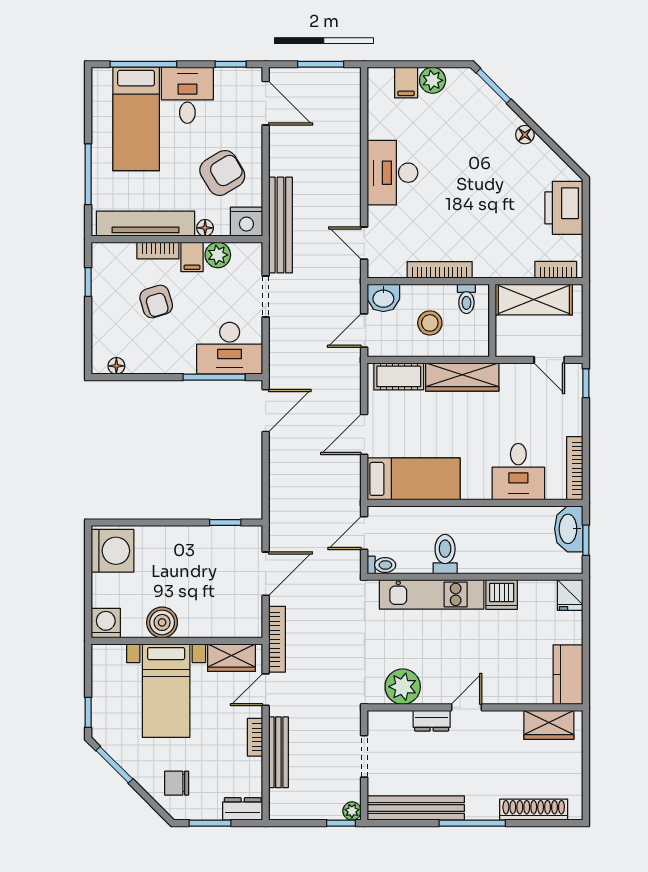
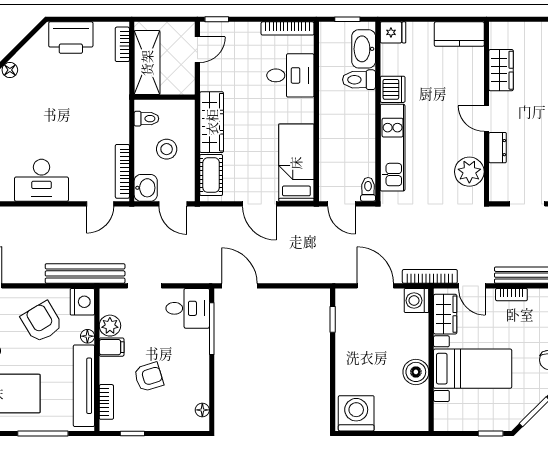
bookcase: (158, 251) -> (106, 402), moved
bookcase: (440, 270) -> (122, 171), moved
desk: (230, 348) -> (188, 308), width x0.73
washbasin: (569, 529) -> (364, 49), moved, turned 90
toilet: (445, 554) -> (359, 80), moved
washing machine: (106, 623) -> (416, 301), moved
wardrobe: (549, 725) -> (501, 70), moved

